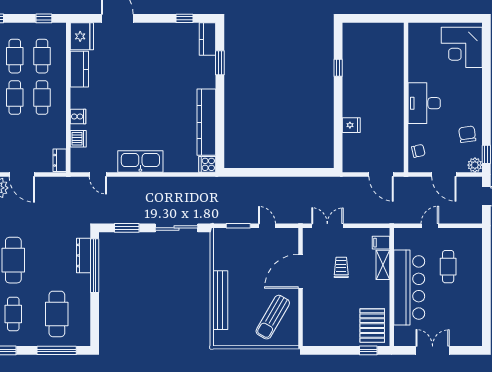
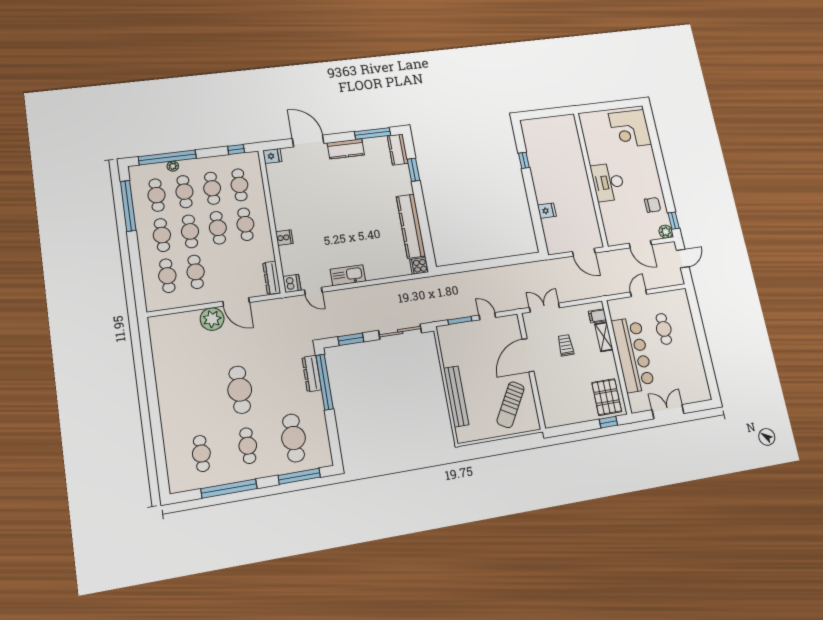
window: (184, 18) -> (373, 133), width x2.17
fridge: (82, 36) -> (272, 156), width x0.53, depth x0.75
kitchen counter: (79, 69) -> (346, 149), moved, turned 90
chair: (467, 134) -> (653, 205), turned 98
dishwasher: (78, 139) -> (292, 283), moved
chair: (418, 151) -> (613, 226), removed
dresser: (60, 160) -> (272, 278), width x1.44
kitchen sink: (140, 162) -> (348, 275), width x0.73, depth x0.81

